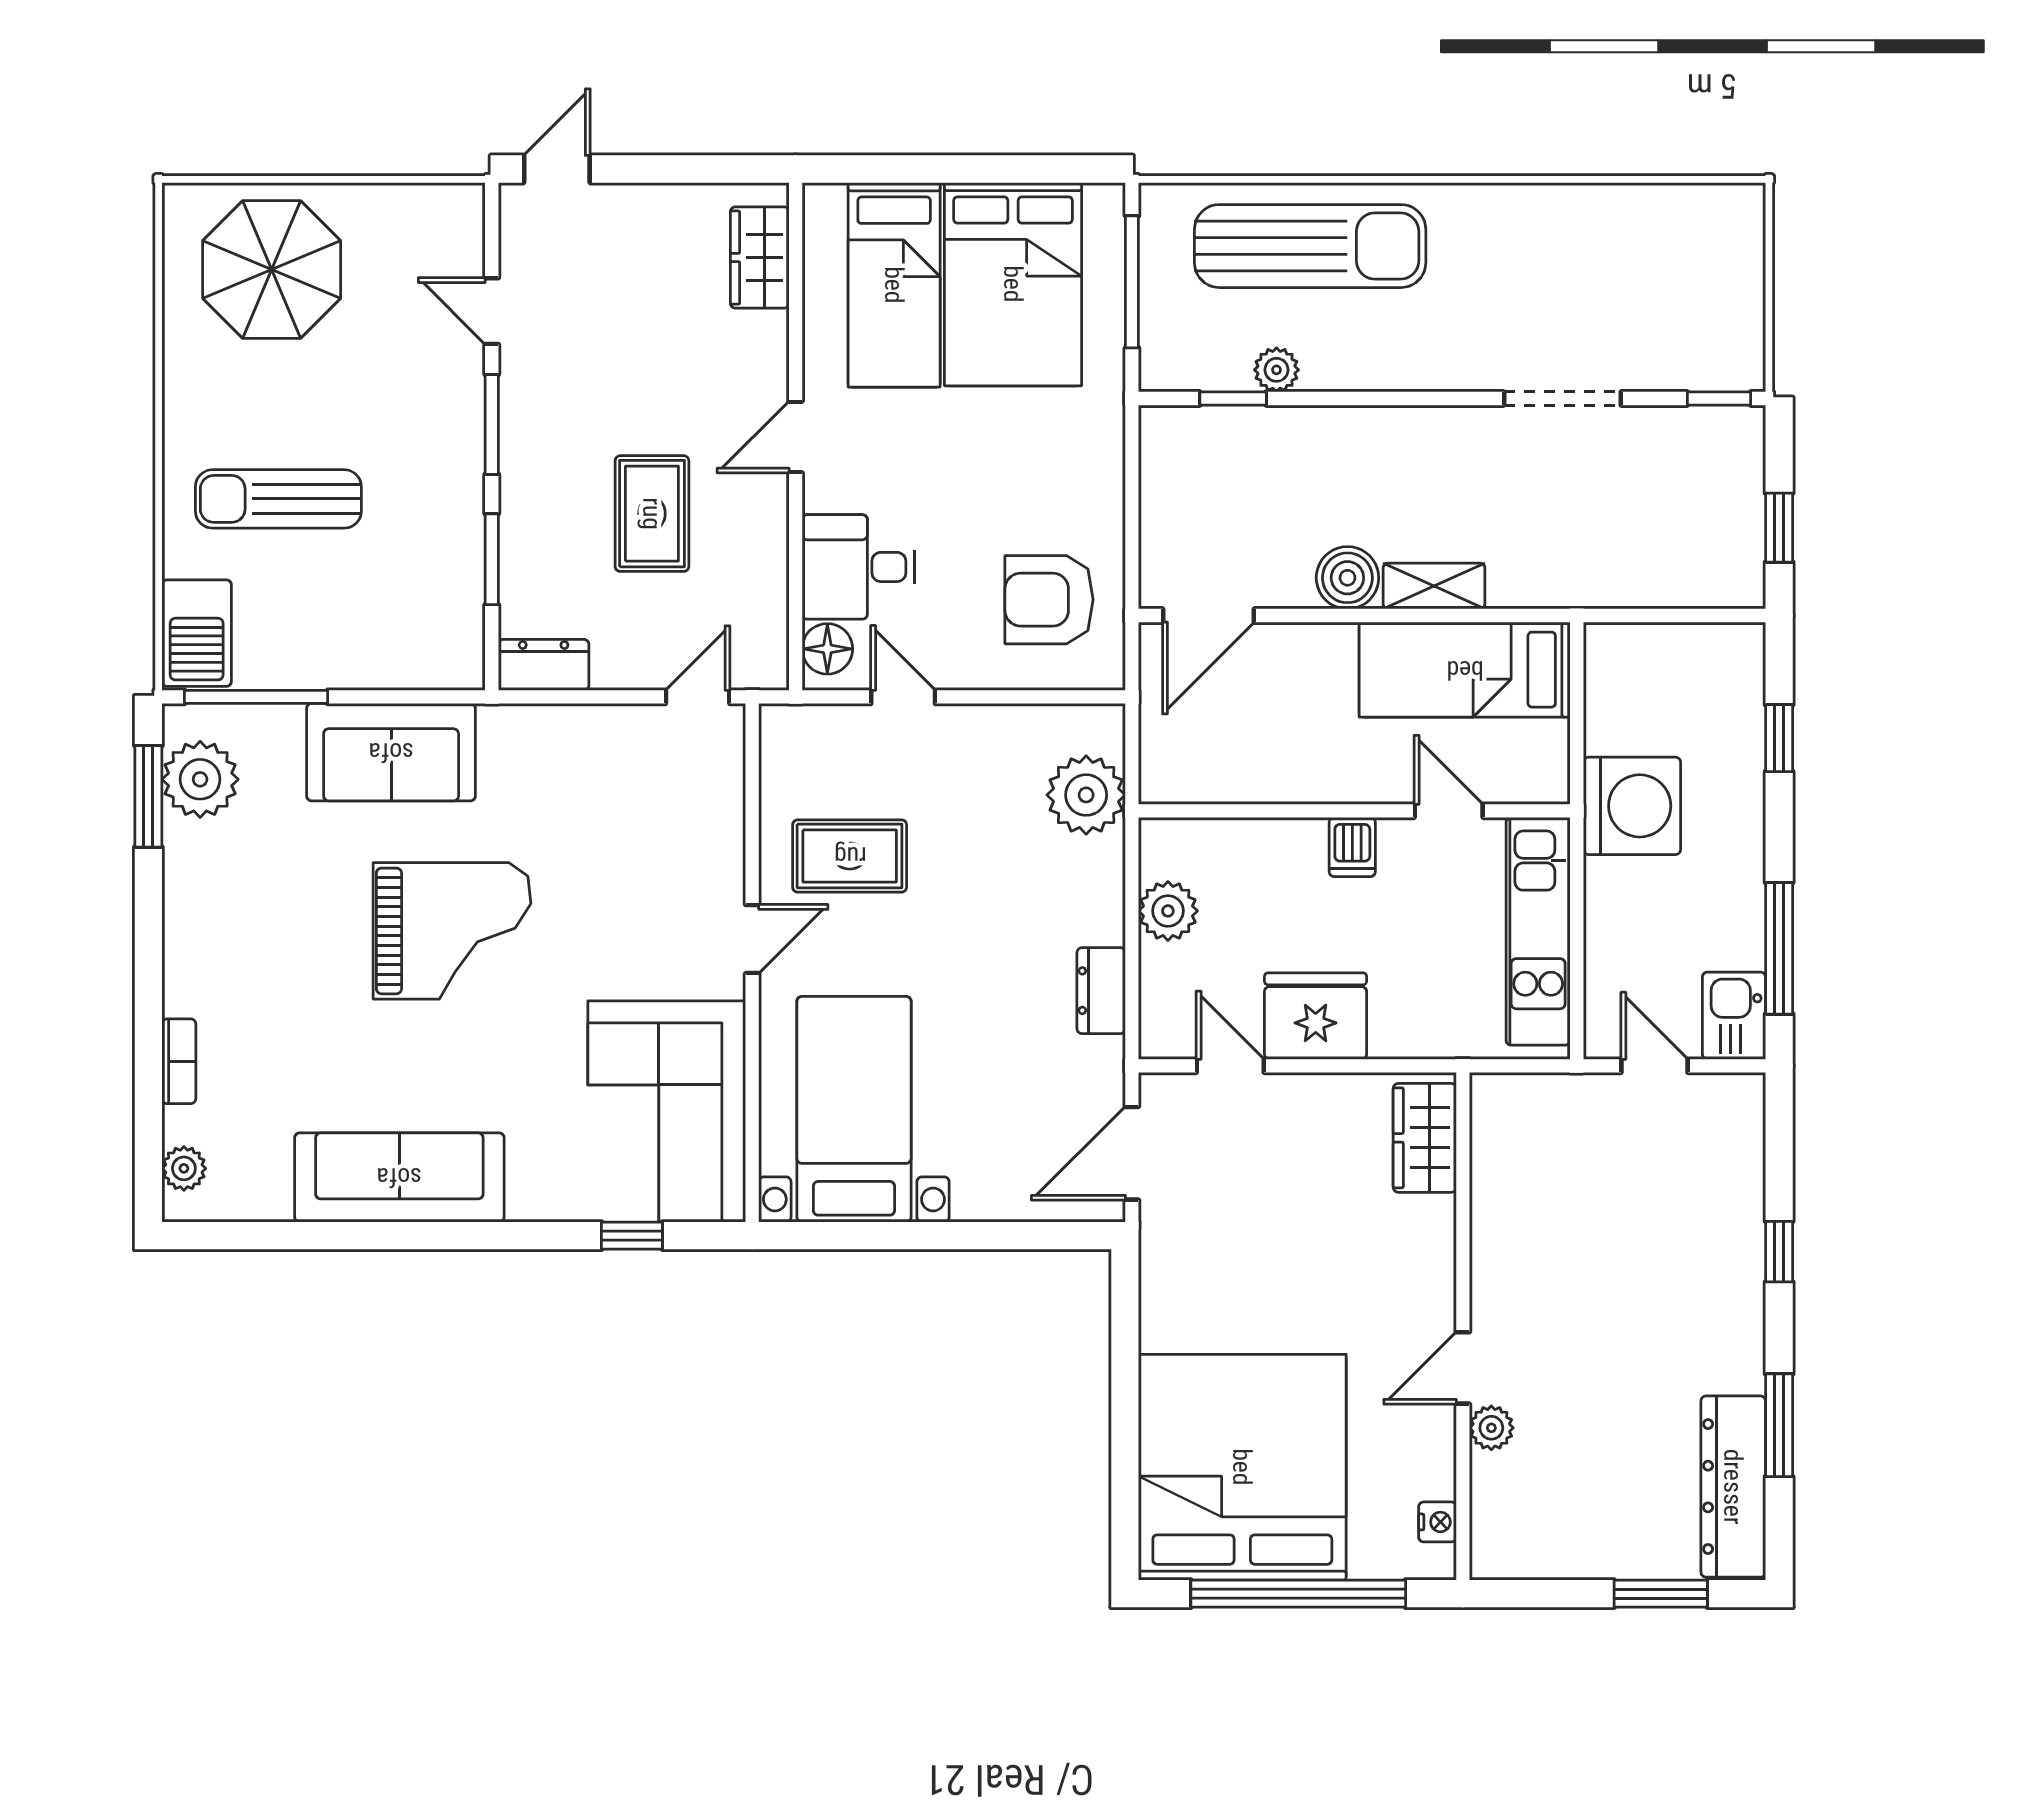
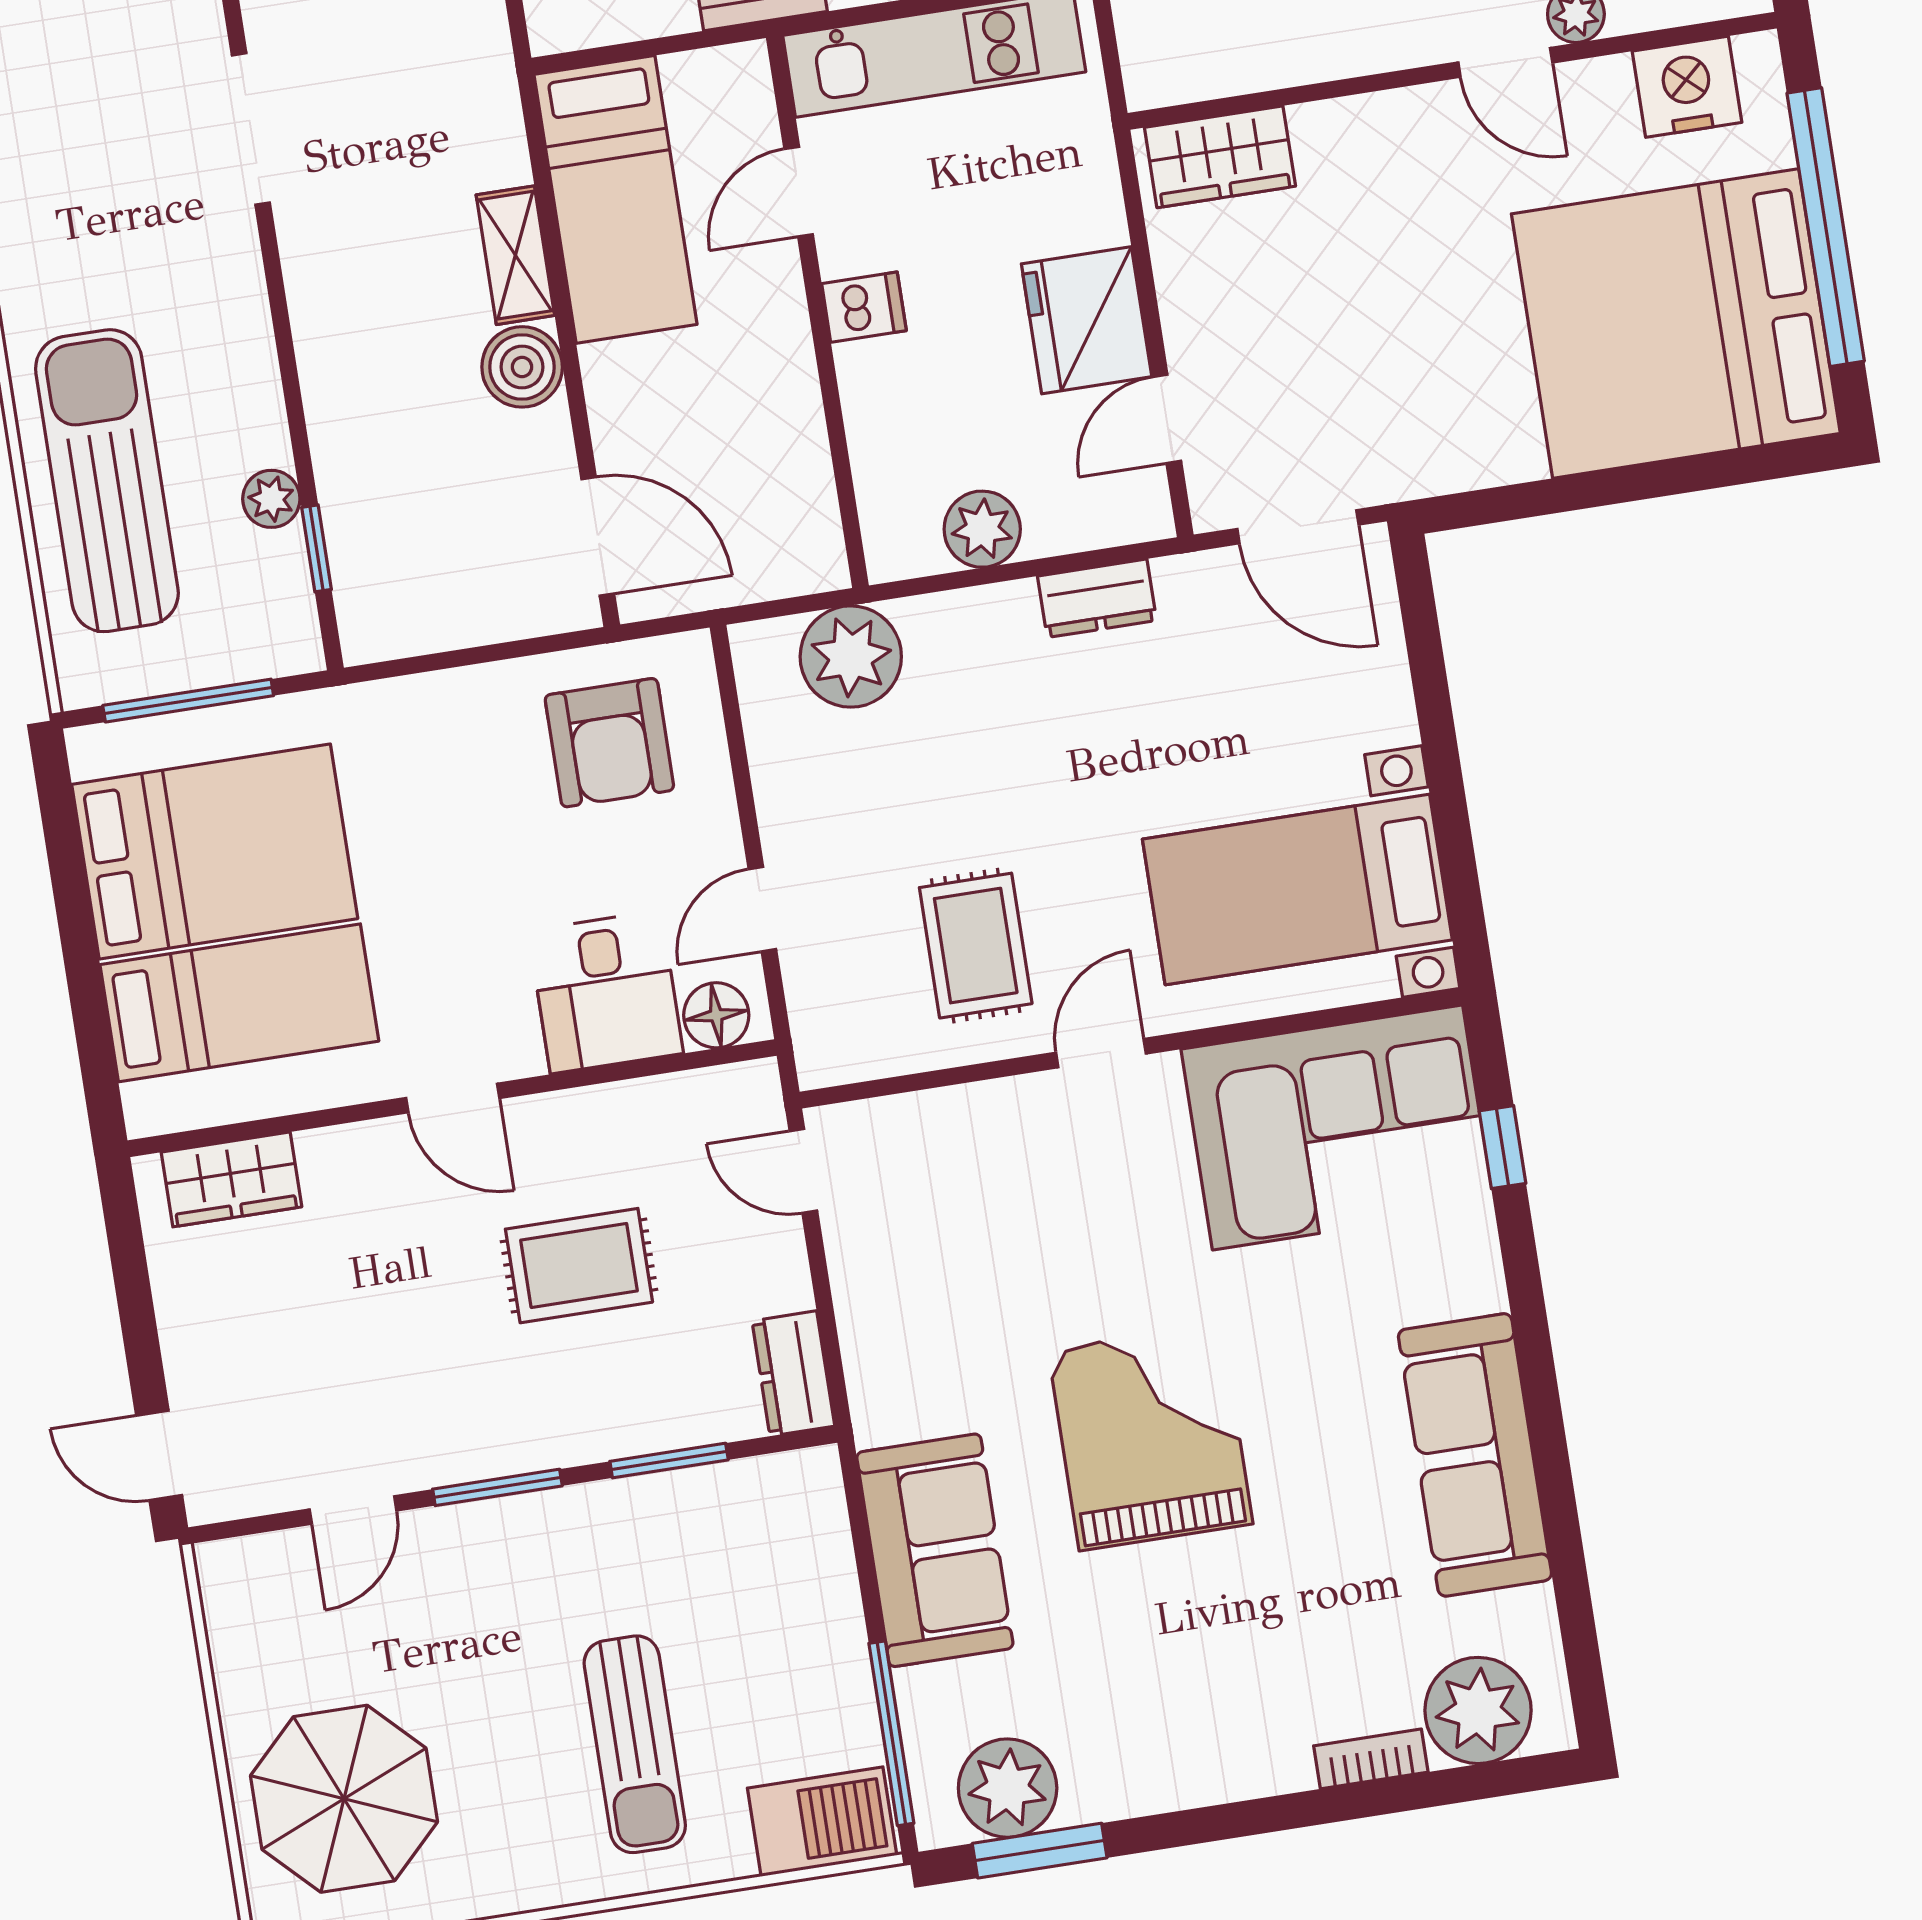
door: (752, 939) -> (1101, 1053), hinge flipped
plant: (184, 1168) -> (1478, 1710), width x1.88, depth x1.88
nightstand: (1437, 1522) -> (1687, 87), width x1.89, depth x1.79

